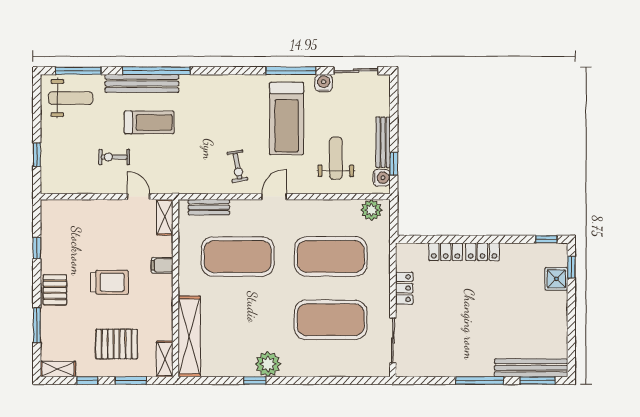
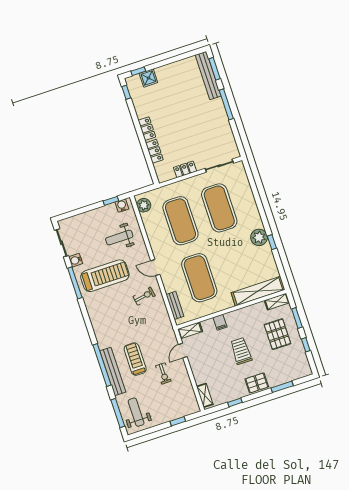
bench: (383, 142) -> (100, 212), removed
shelving: (58, 369) -> (205, 395), moved

